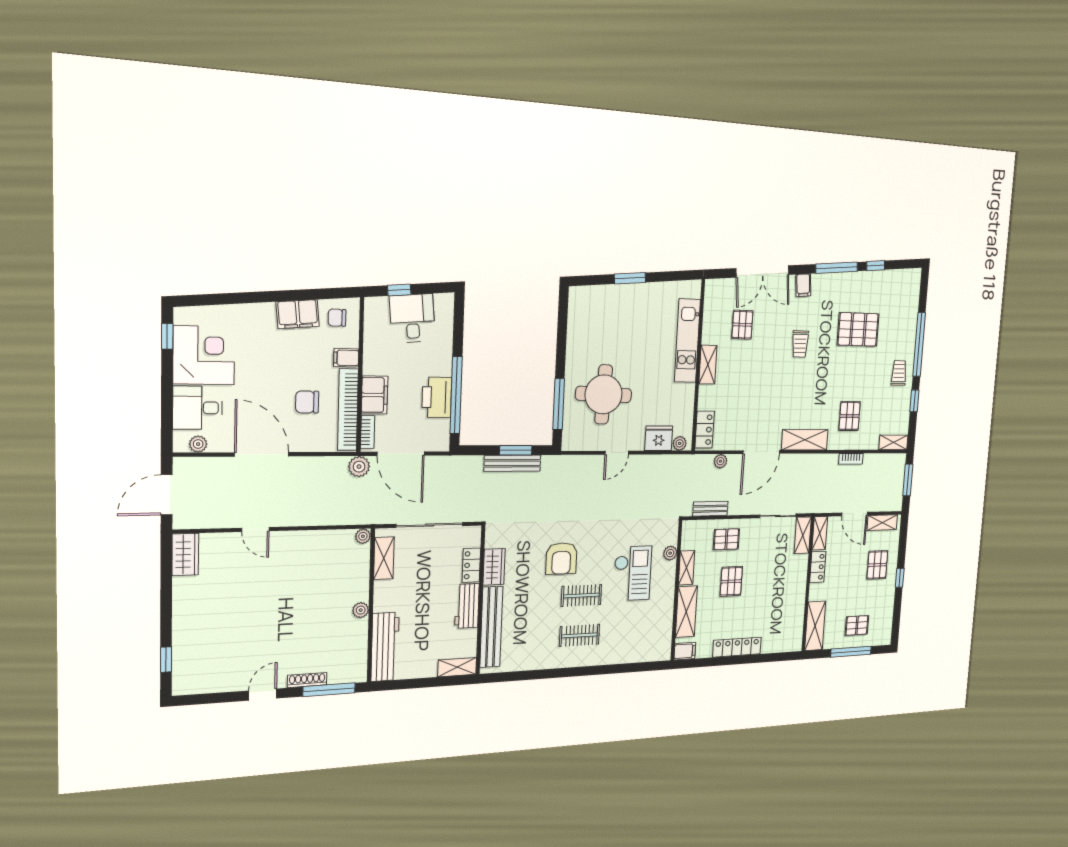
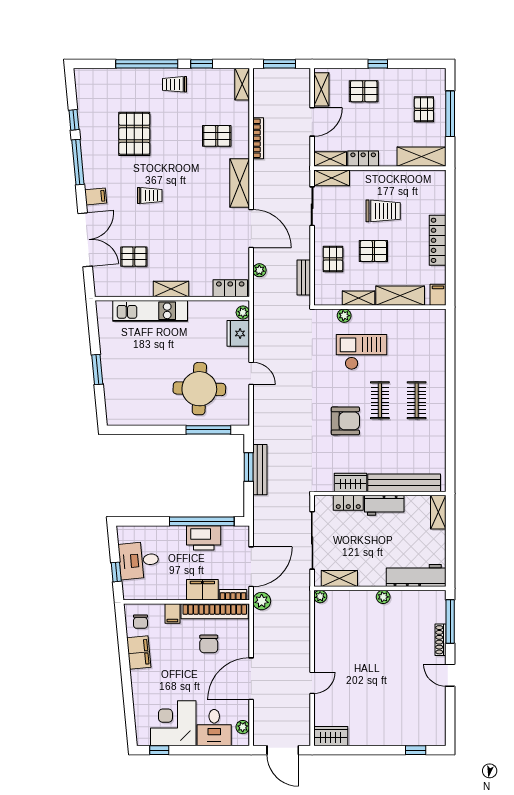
bookcase: (851, 459) -> (258, 138), width x1.56
trolley: (768, 590) -> (383, 211), added

